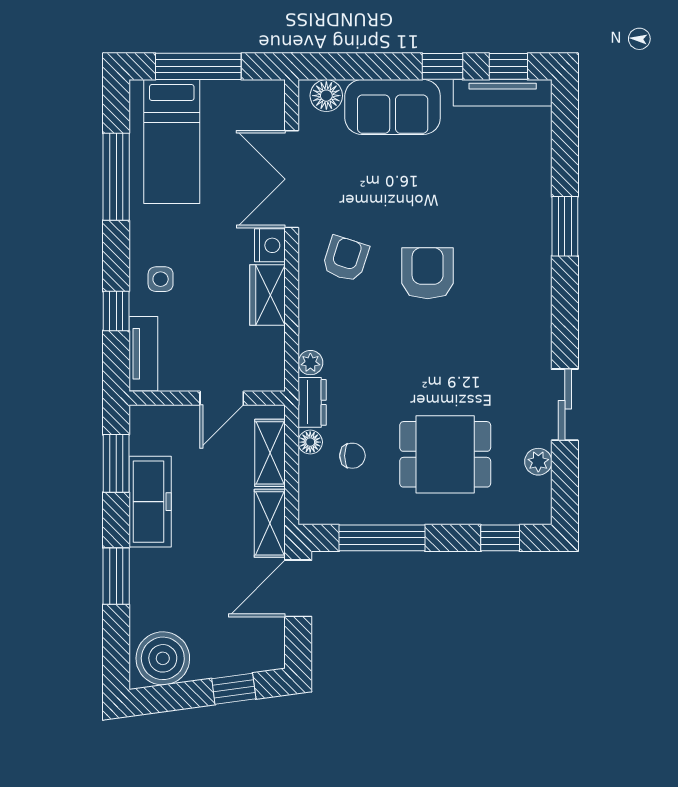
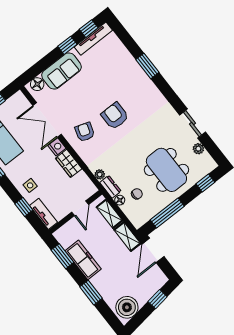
dining table: (445, 454) -> (166, 170), width x1.37

